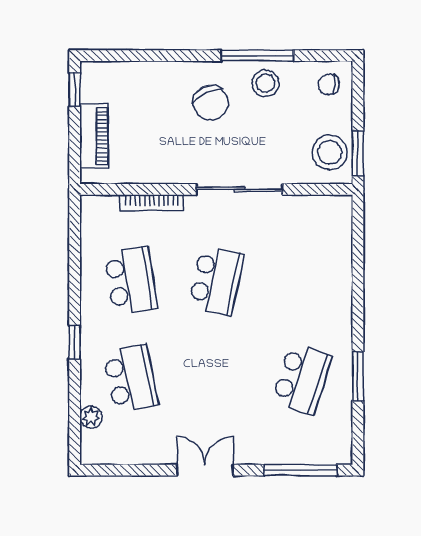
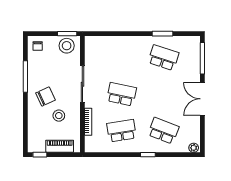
stool: (266, 83) -> (59, 116), moved
school desk: (131, 379) -> (163, 131), turned 33
plant: (91, 417) -> (194, 148), moved
double door: (205, 470) -> (202, 99), width x1.37

